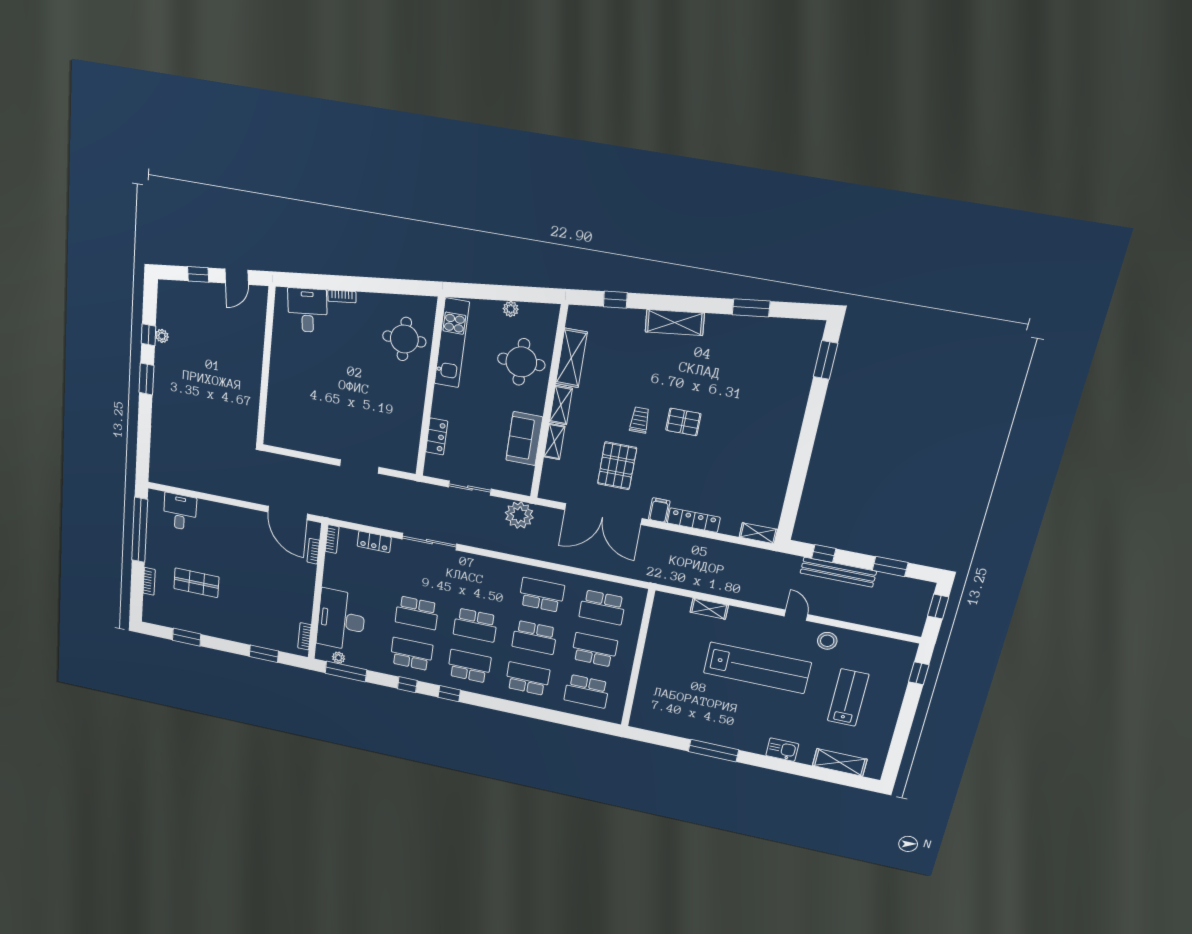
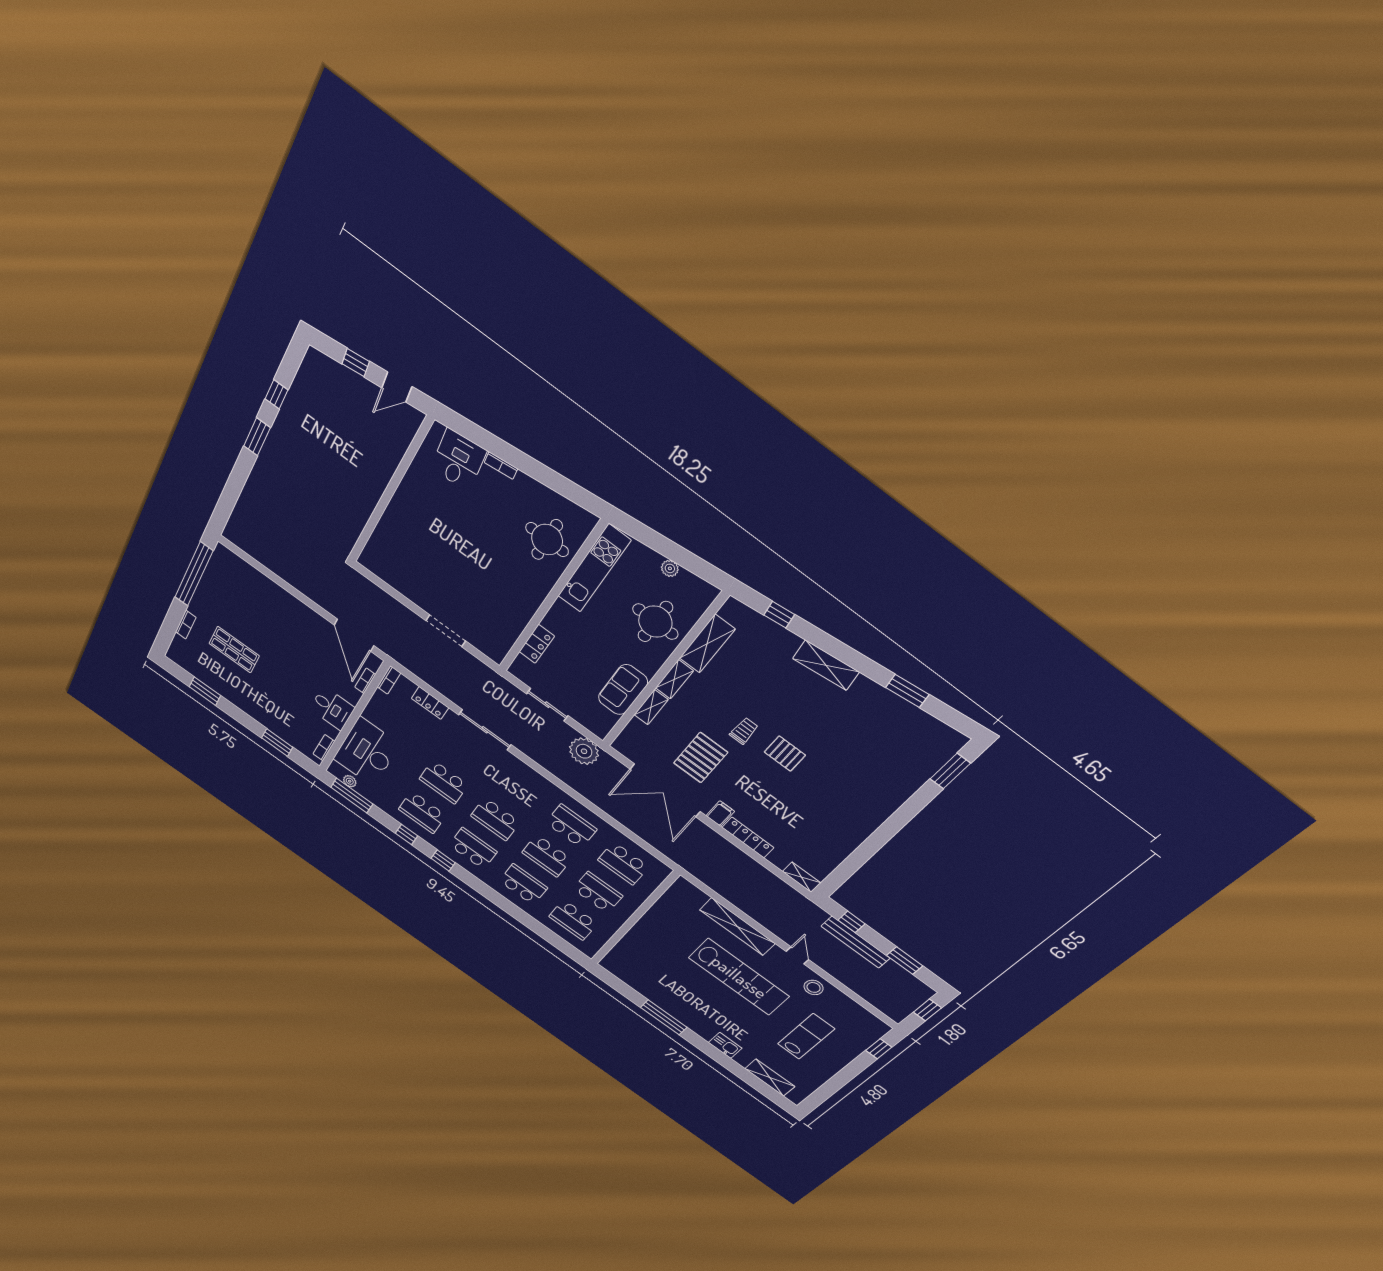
plant: (162, 336) -> (291, 403), removed
desk: (180, 512) -> (332, 708), moved, turned 90
shelving: (709, 609) -> (737, 927), width x2.20, depth x1.33
school desk: (411, 654) -> (422, 812), turned 180

